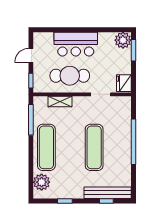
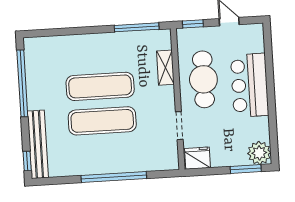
exercise mat: (46, 147) -> (100, 86), moved
plant: (42, 182) -> (47, 48), removed
window: (65, 201) -> (22, 83), width x3.17
window: (106, 201) -> (27, 161), moved

